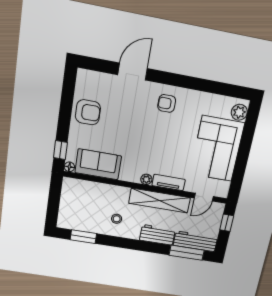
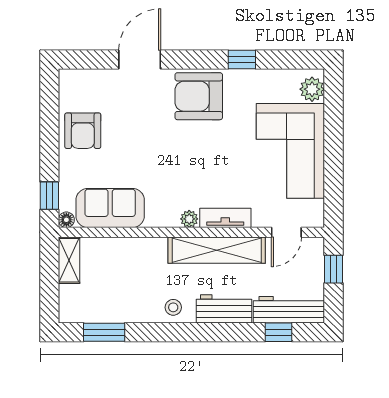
window: (199, 84) -> (242, 60), added
armchair: (167, 103) -> (199, 96), width x1.88, depth x1.88
armchair: (88, 112) -> (83, 131), turned 90
shelving: (68, 192) -> (69, 260), added
stool: (117, 219) -> (173, 307), moved
window: (187, 253) -> (278, 332), width x0.46

